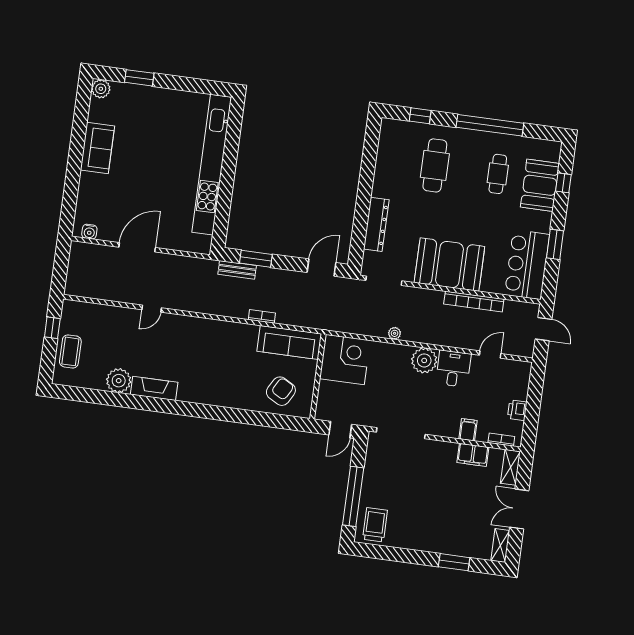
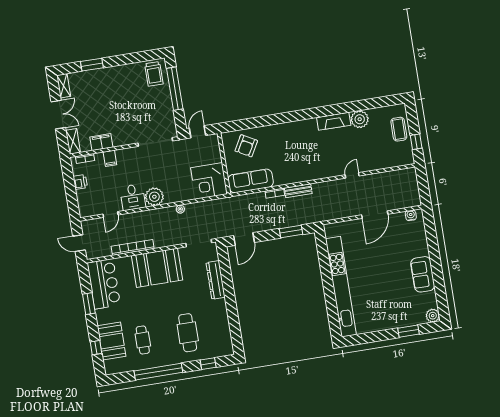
bench: (237, 270) -> (298, 191), moved

